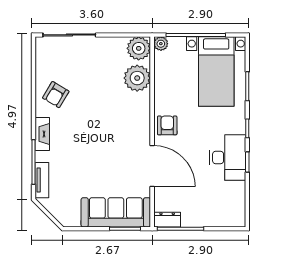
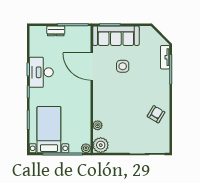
plant: (137, 78) -> (98, 125), width x0.53, depth x0.53
armchair: (167, 125) -> (82, 94), removed
fireplace: (42, 134) -> (165, 88), removed
side table: (106, 167) -> (123, 66), added
dresser: (167, 220) -> (56, 31), moved

